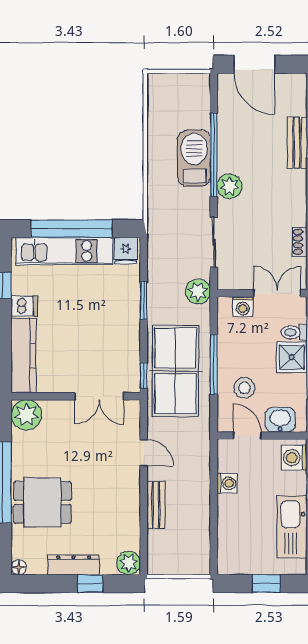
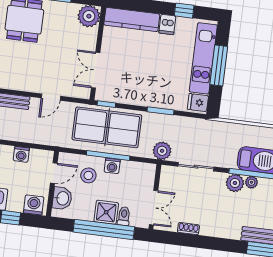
plant: (226, 164) -> (251, 182), added
window: (72, 229) -> (219, 66), width x0.68
washing machine: (243, 307) -> (112, 166), moved, turned -90

